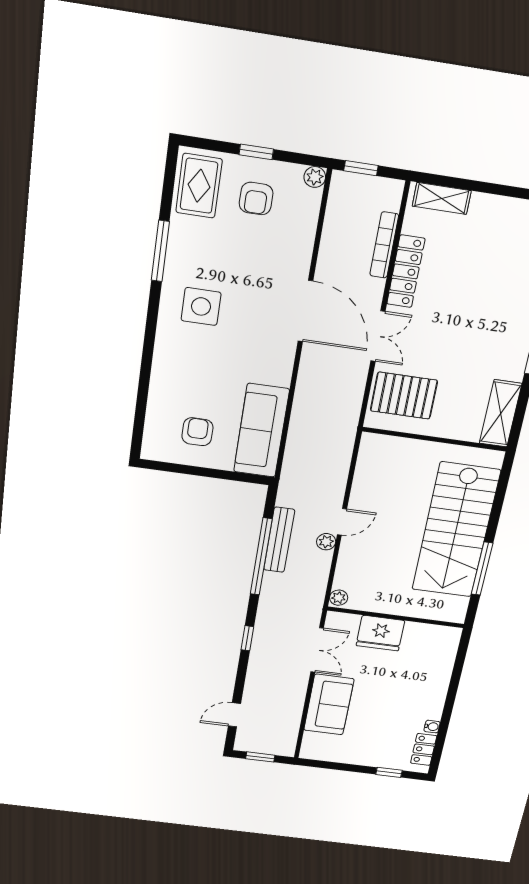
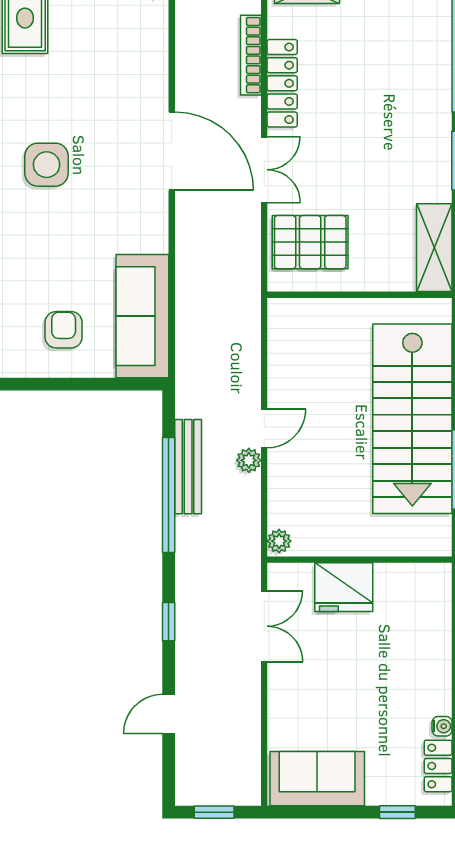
armchair: (256, 198) -> (93, 23), removed
sofa: (329, 705) -> (317, 779), moved, turned -90
door: (234, 715) -> (169, 714), moved

